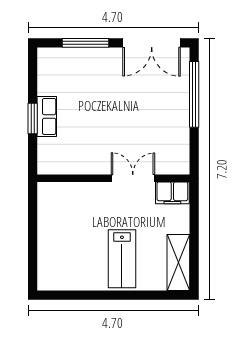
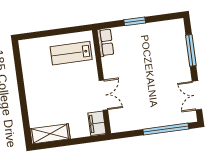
double door: (152, 43) -> (197, 95), width x0.73
row of seats: (47, 116) -> (105, 42), moved, turned -90
lab bench: (122, 259) -> (71, 53), moved

